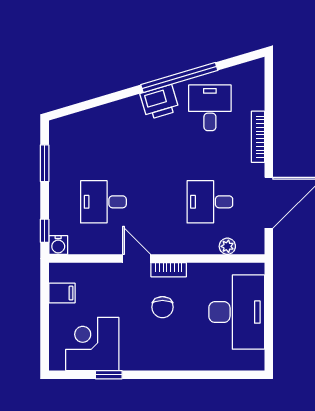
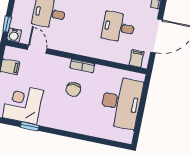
filing cabinet: (246, 242) -> (137, 58), added
plant: (227, 246) -> (124, 59), removed
door: (137, 259) -> (37, 49), moved

